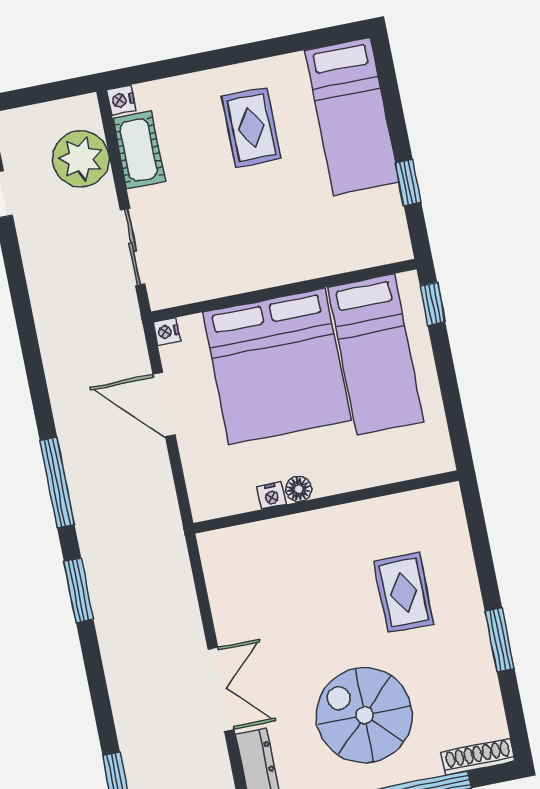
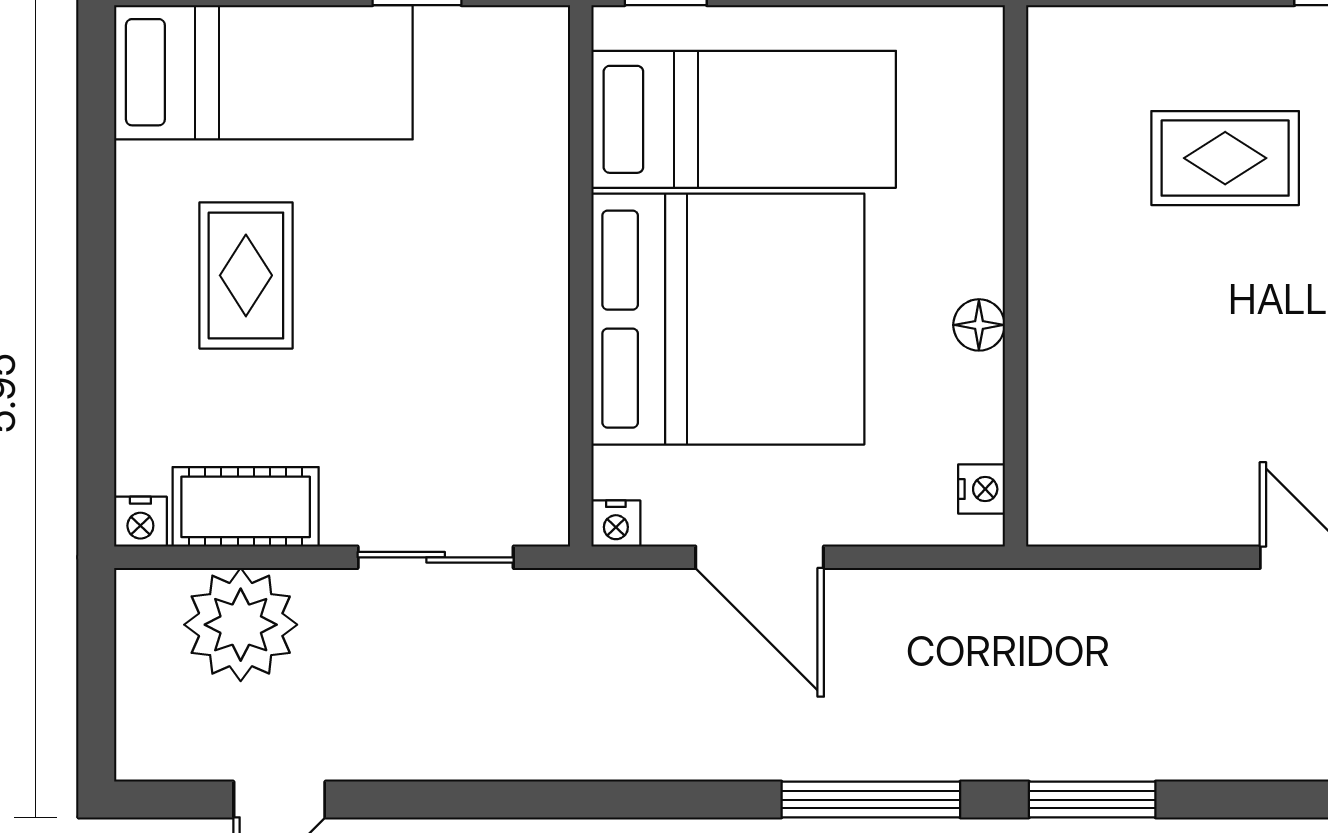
rug: (251, 127) -> (246, 275), turned 90
door: (164, 405) -> (760, 557), hinge flipped
nightstand: (271, 496) -> (981, 489), moved

